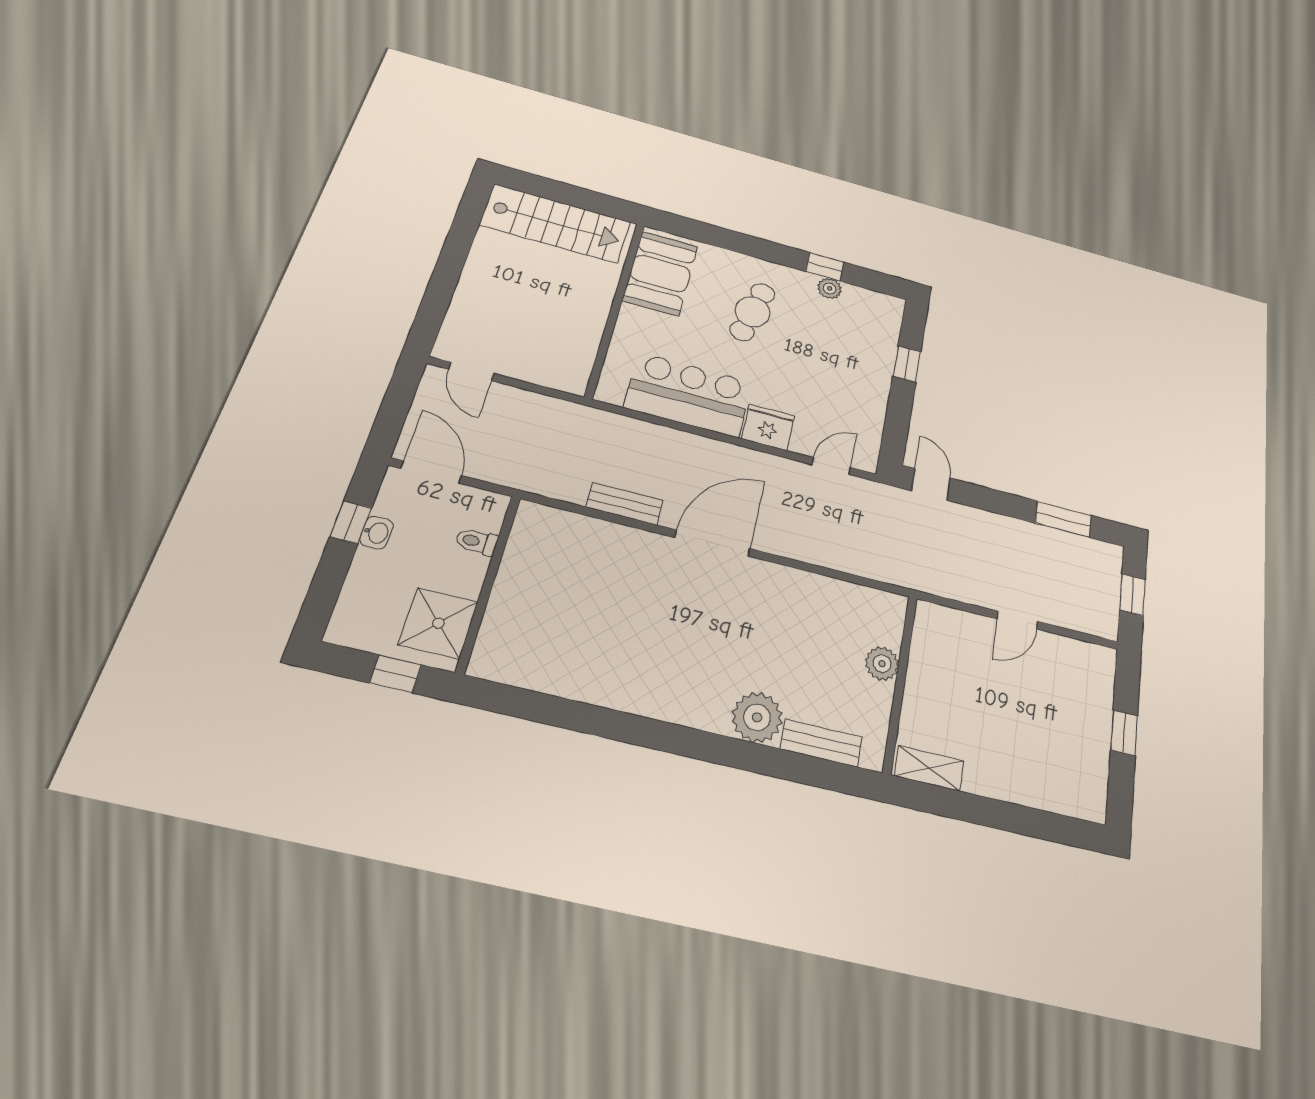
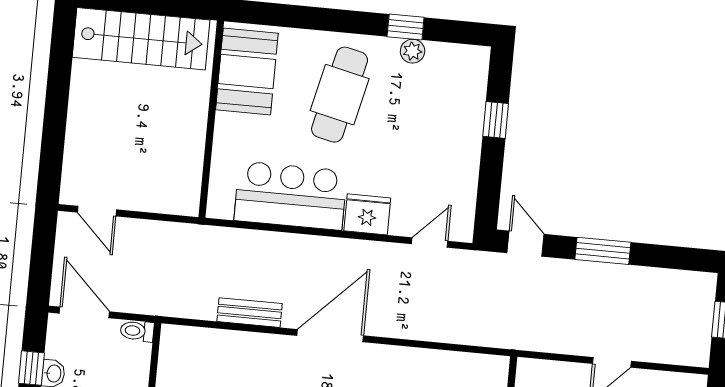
cafe table: (752, 312) -> (340, 95), width x1.37, depth x1.35
window: (1063, 519) -> (603, 251), moved
toilet: (477, 542) -> (137, 331), moved

